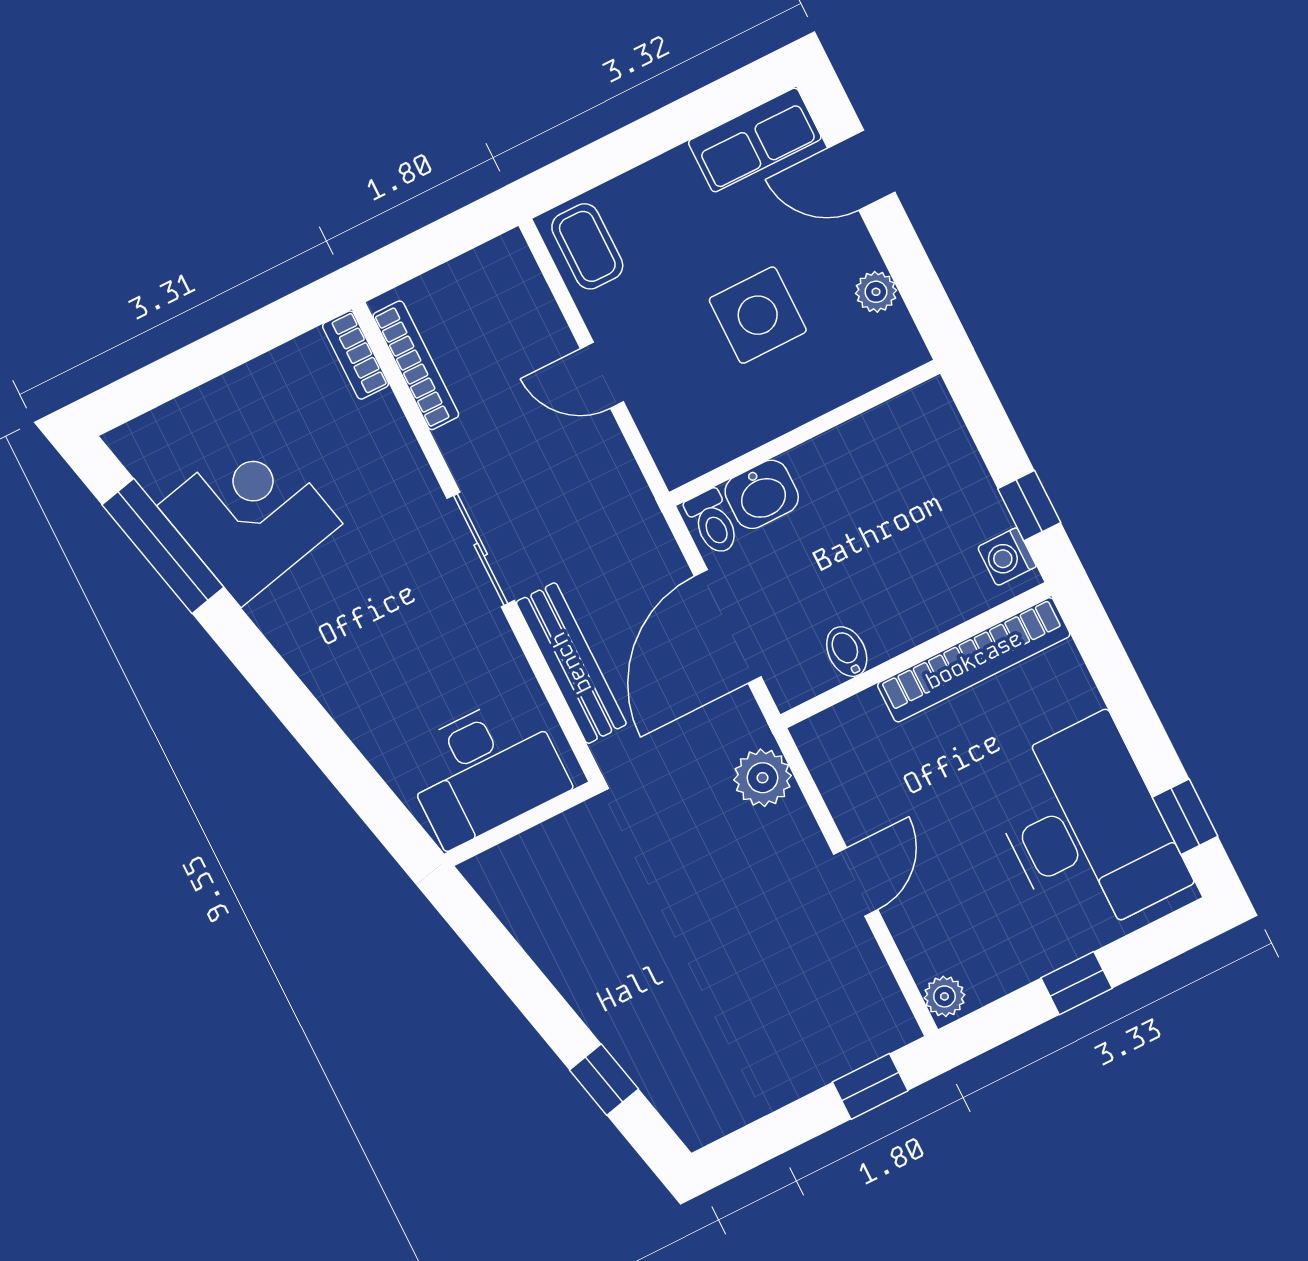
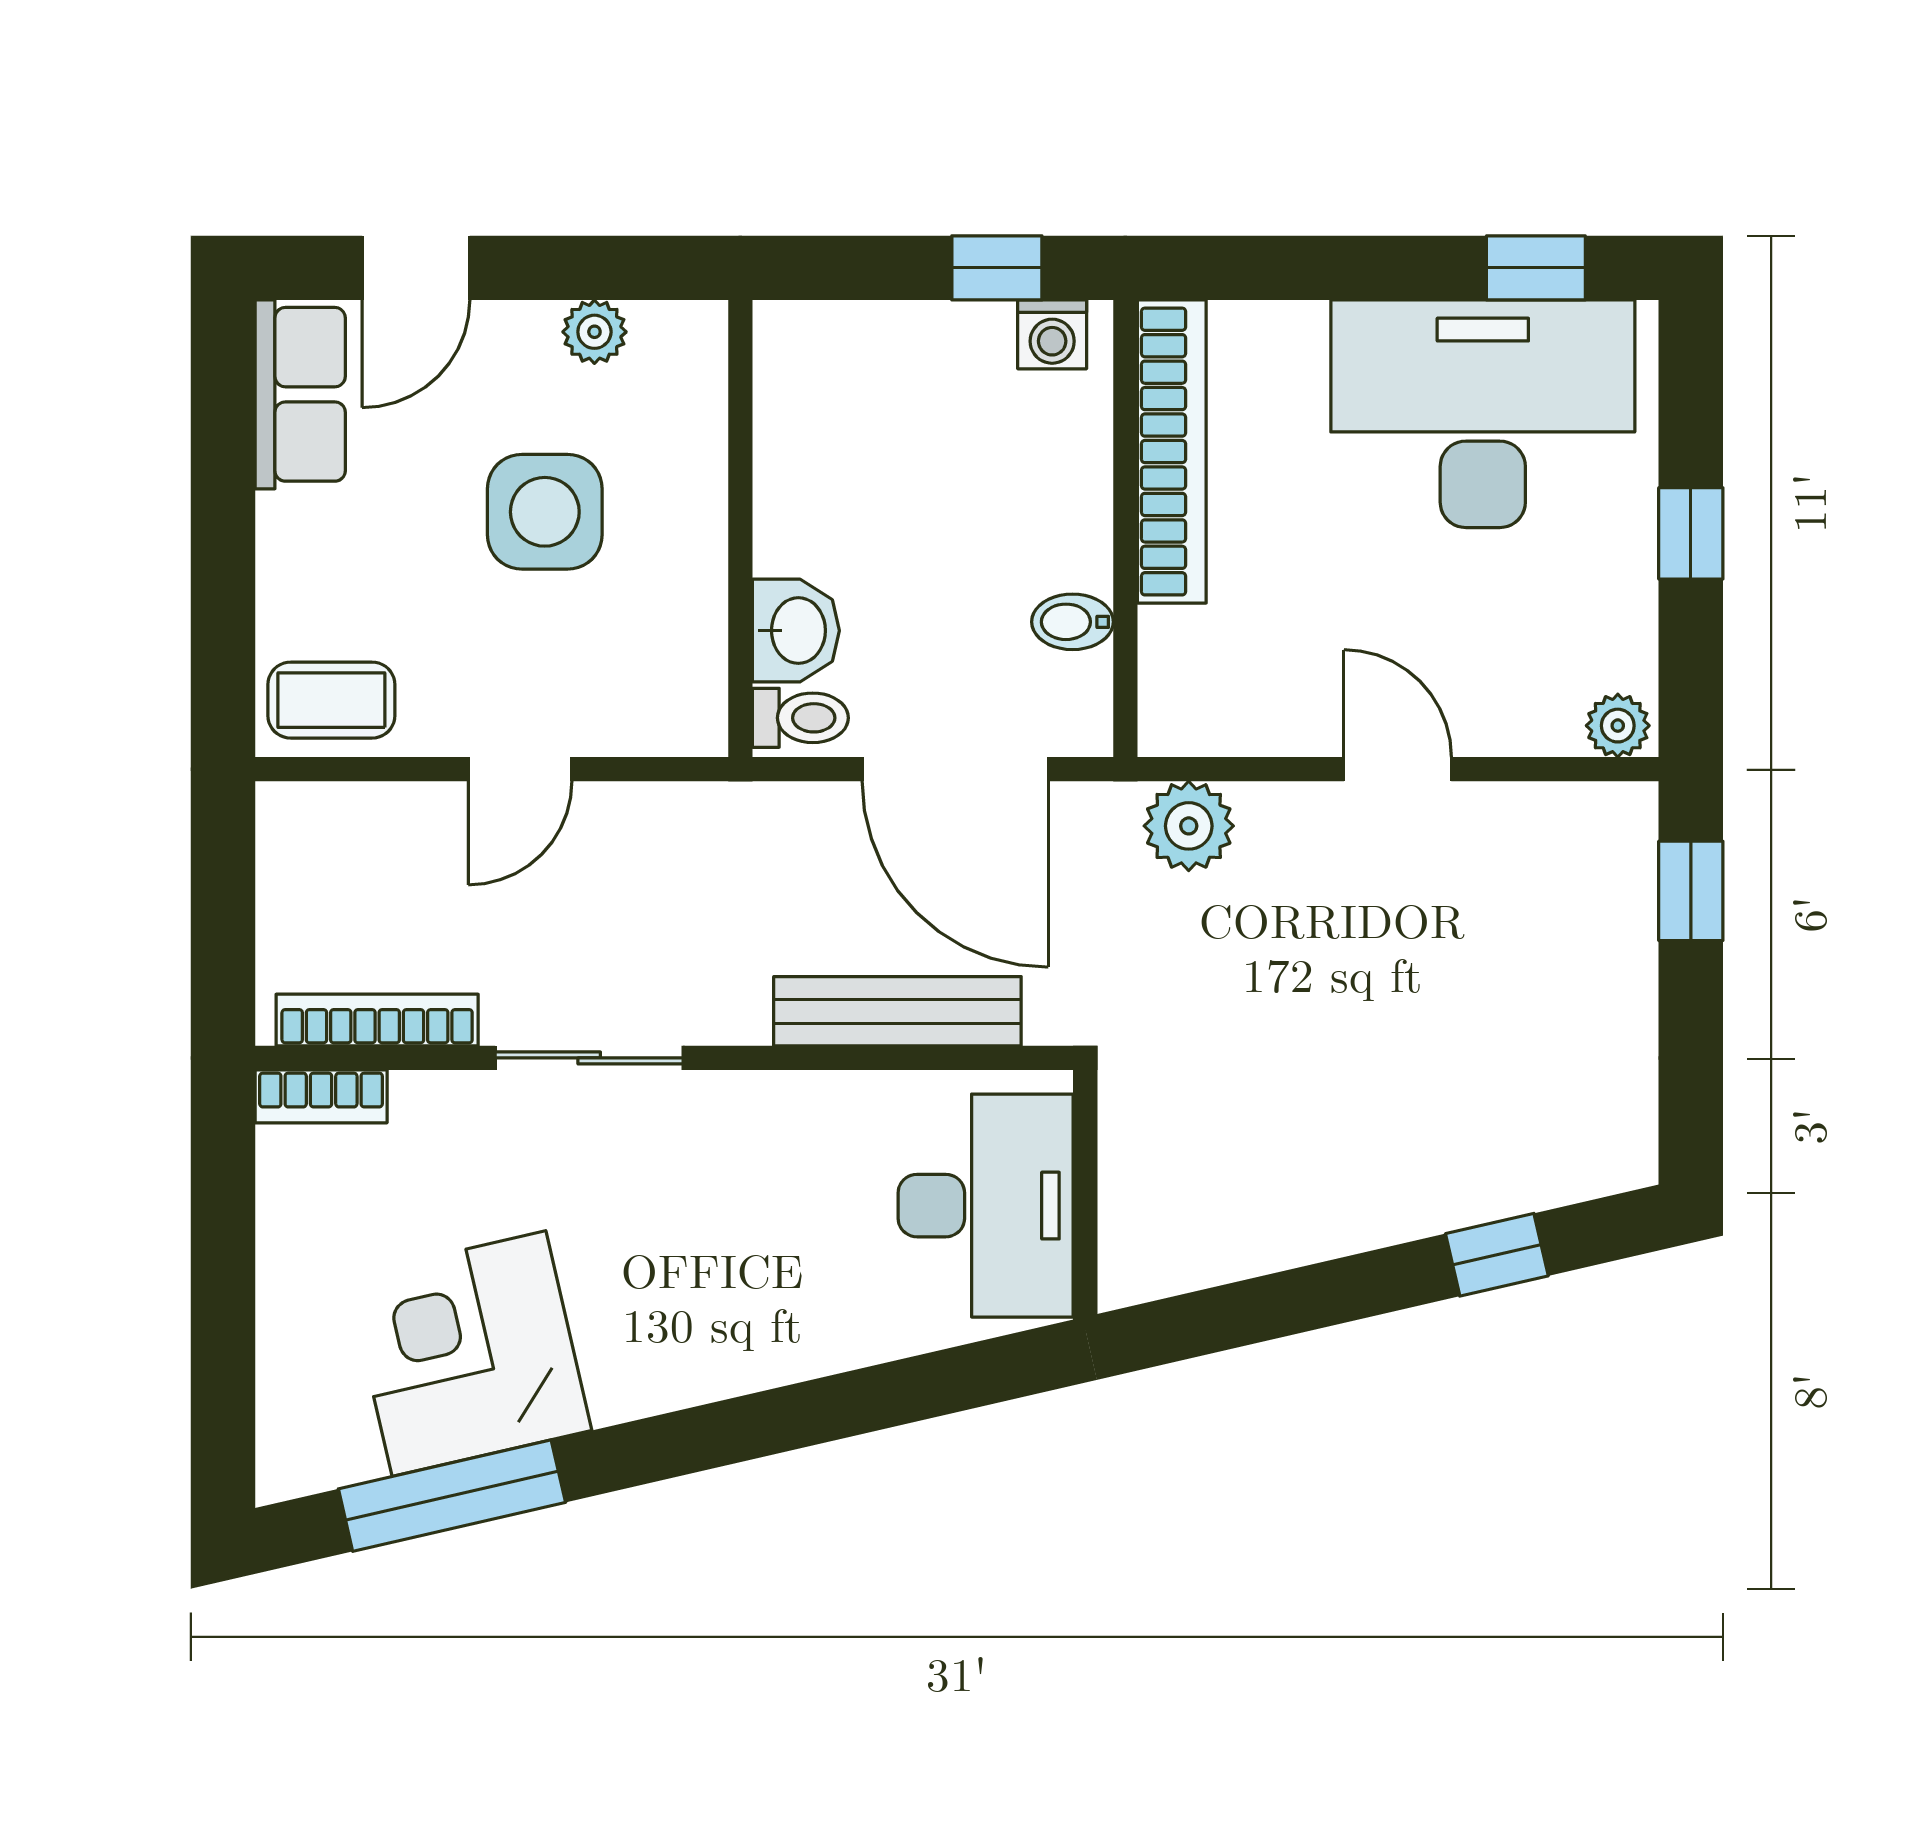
sliding door: (481, 550) -> (589, 1058), moved

